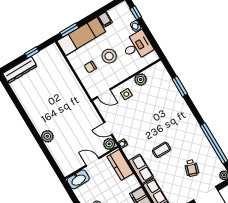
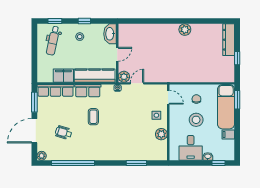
door: (104, 93) -> (168, 97), swing flipped
plant: (47, 136) -> (185, 30), moved
kitchen counter: (120, 165) -> (95, 76), width x1.50

